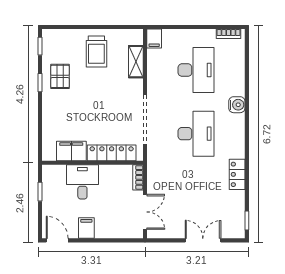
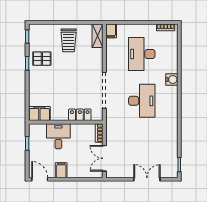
shelving: (136, 62) -> (98, 36), moved
desk: (196, 70) -> (142, 54), turned 180
pallet: (60, 76) -> (42, 59), turned 90
filing cabinet: (71, 151) -> (39, 114), moved
locker: (112, 153) -> (80, 115), width x0.66
locker: (237, 174) -> (172, 131), removed
double door: (145, 212) -> (104, 158), swing flipped

